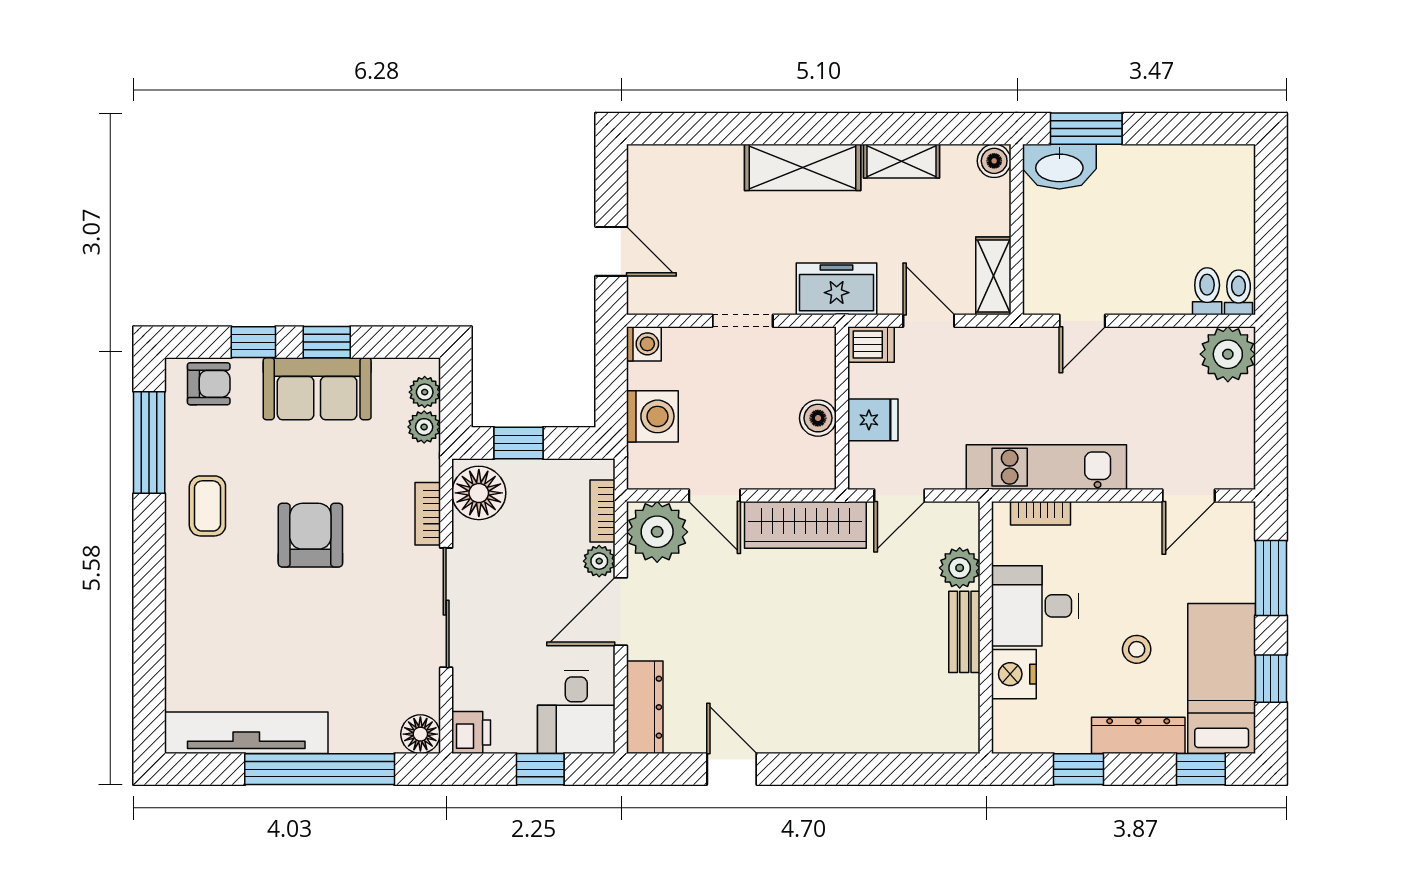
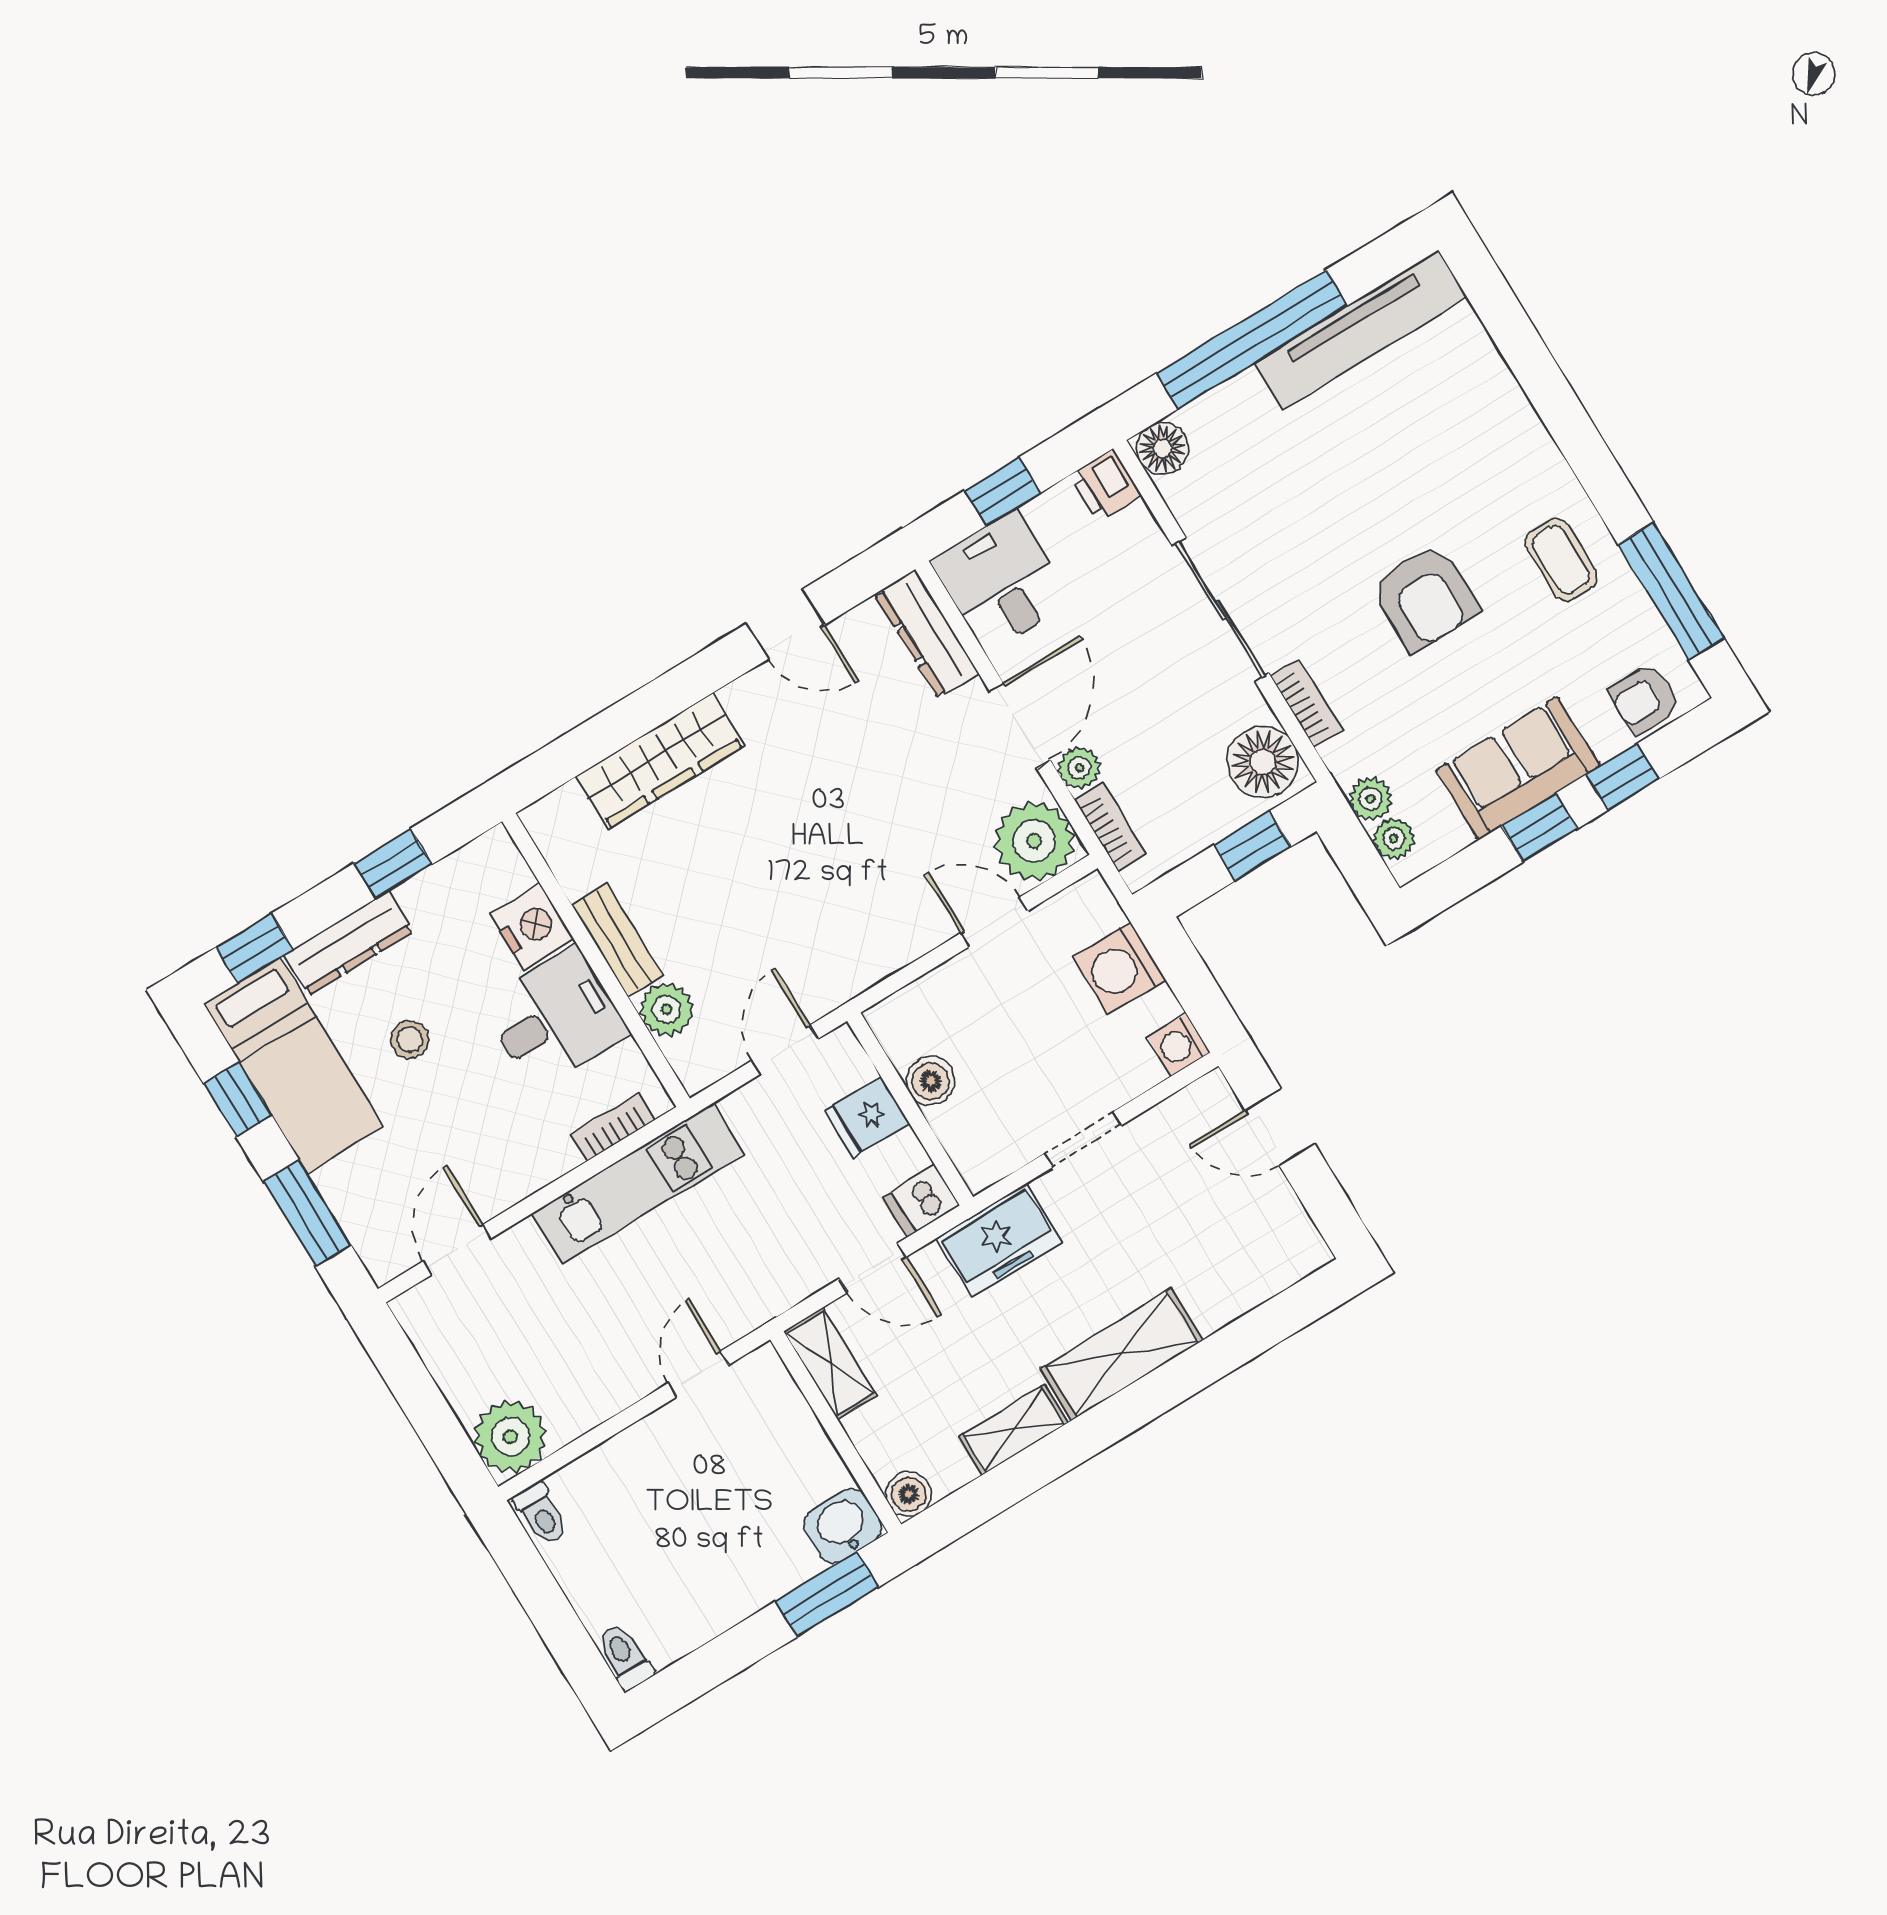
washbasin: (1059, 167) -> (843, 1526), width x0.72
toilet: (1207, 291) -> (625, 1657), moved, turned 180
wardrobe: (805, 525) -> (660, 761), moved, turned 180

